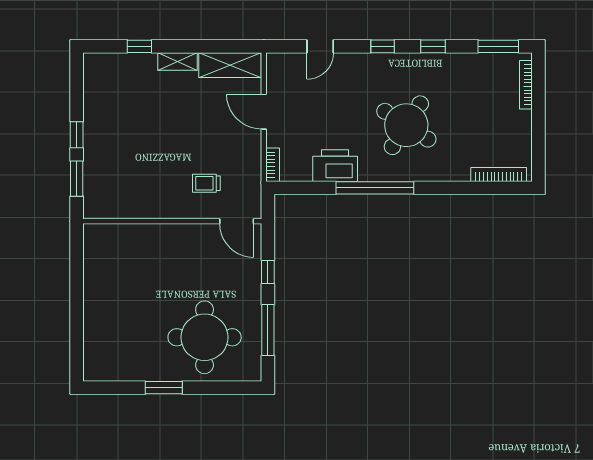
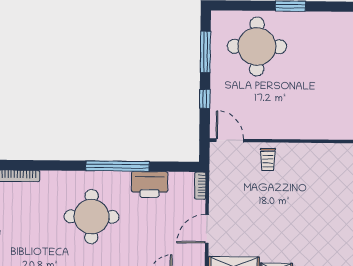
door: (264, 112) -> (207, 229), swing flipped
round table: (406, 125) -> (92, 217), turned -33
trolley: (206, 183) -> (268, 159), moved, turned 90

